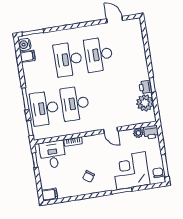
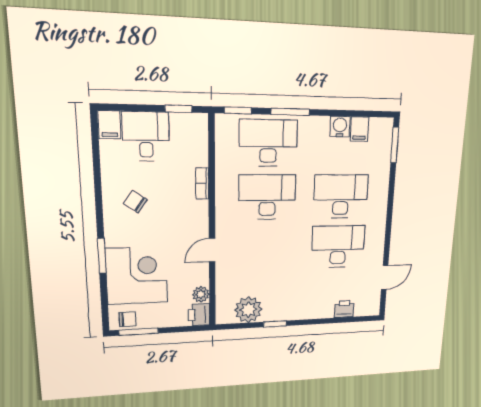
water cooler: (25, 45) -> (340, 127), moved
printer: (145, 87) -> (344, 309), moved
desk: (53, 154) -> (146, 136), moved, turned -90

